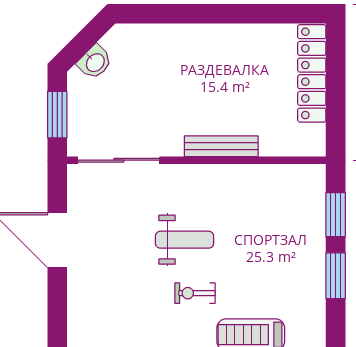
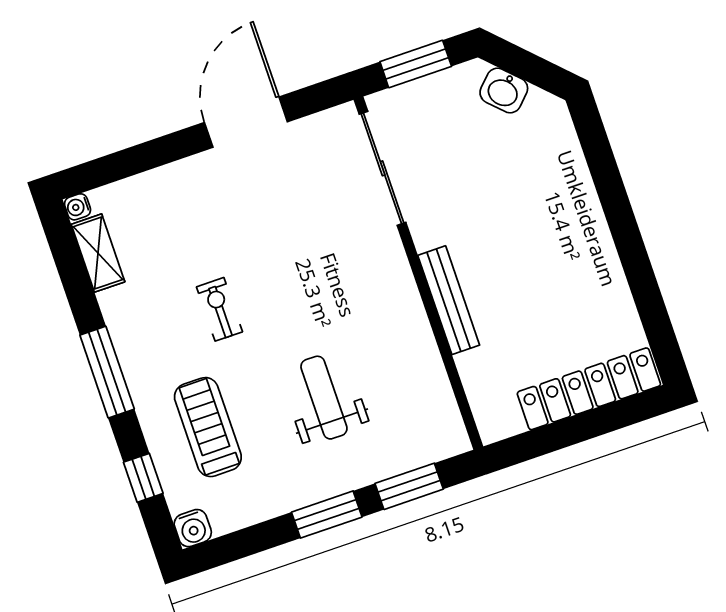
weight bench: (185, 240) -> (324, 398), moved, turned 180
exercise bike: (195, 293) -> (220, 309), moved

